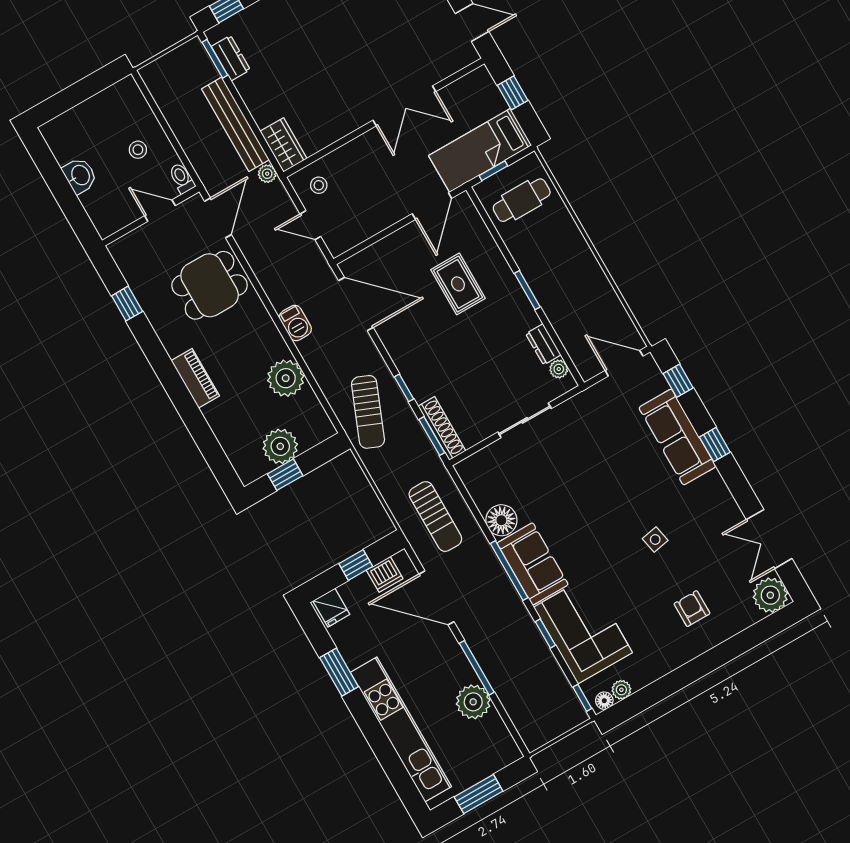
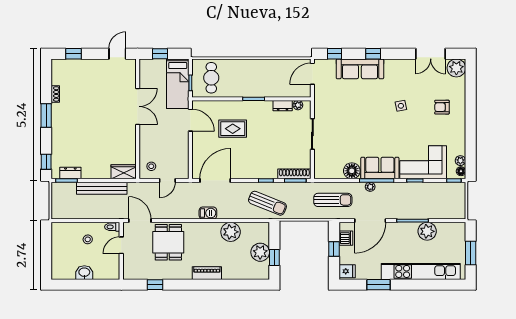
plant: (267, 174) -> (370, 187), moved

